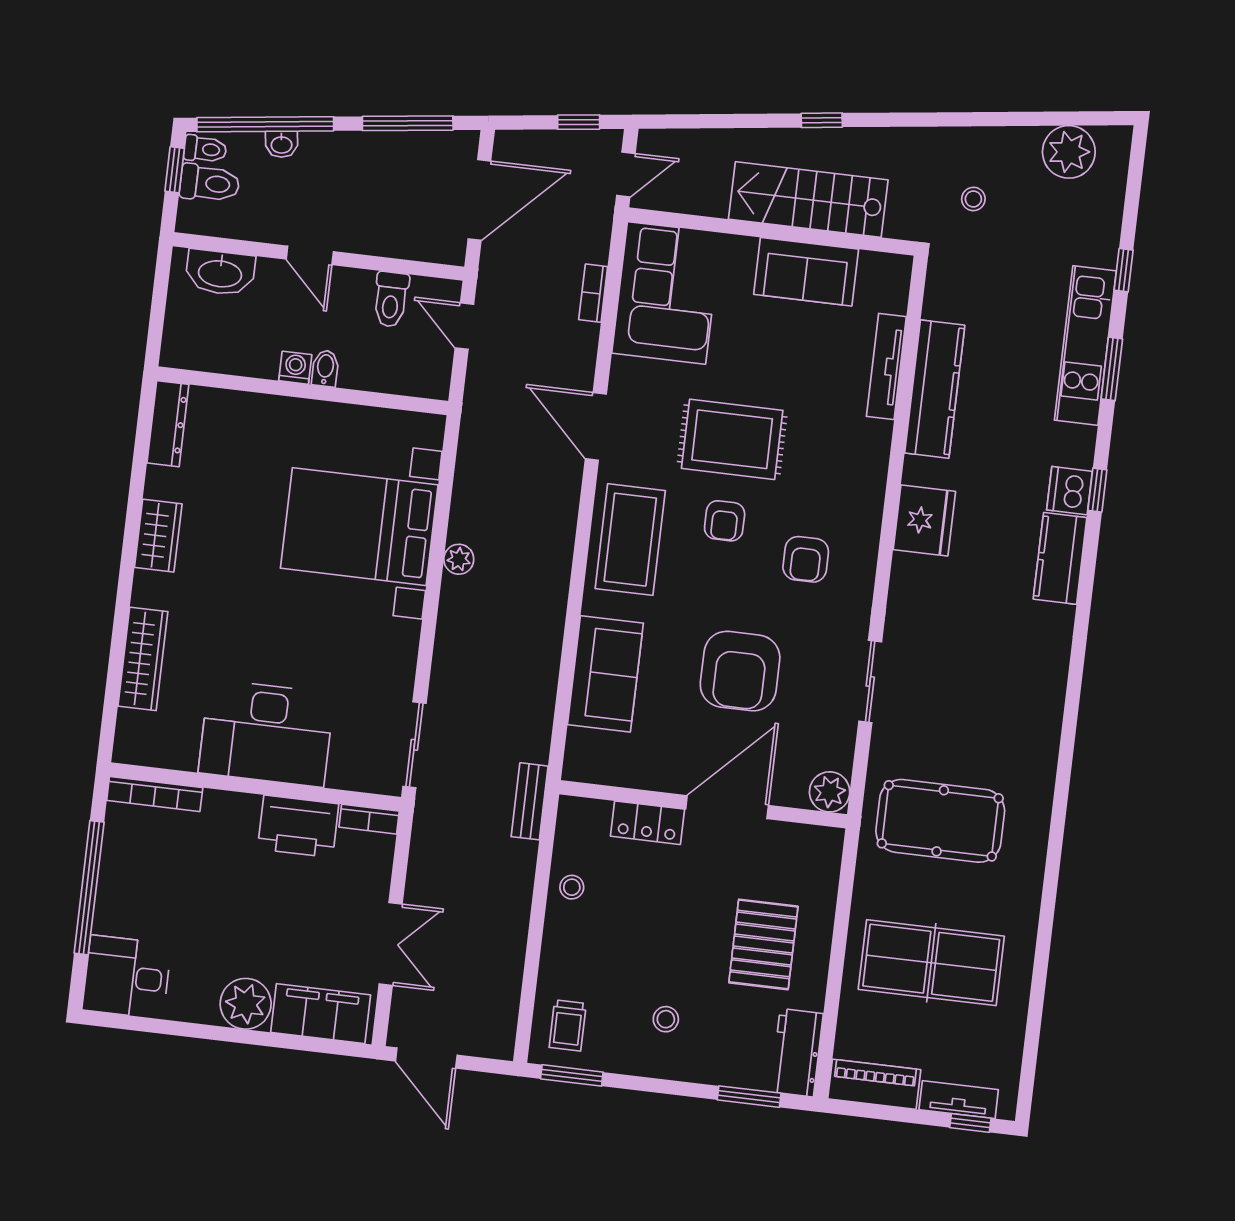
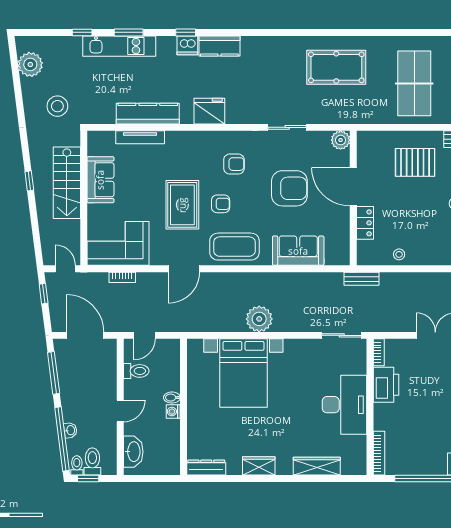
stool: (973, 199) -> (57, 106), width x1.89, depth x1.89
plant: (459, 559) -> (259, 319), width x1.87, depth x1.87
pool table: (940, 821) -> (336, 67), moved, turned 90

